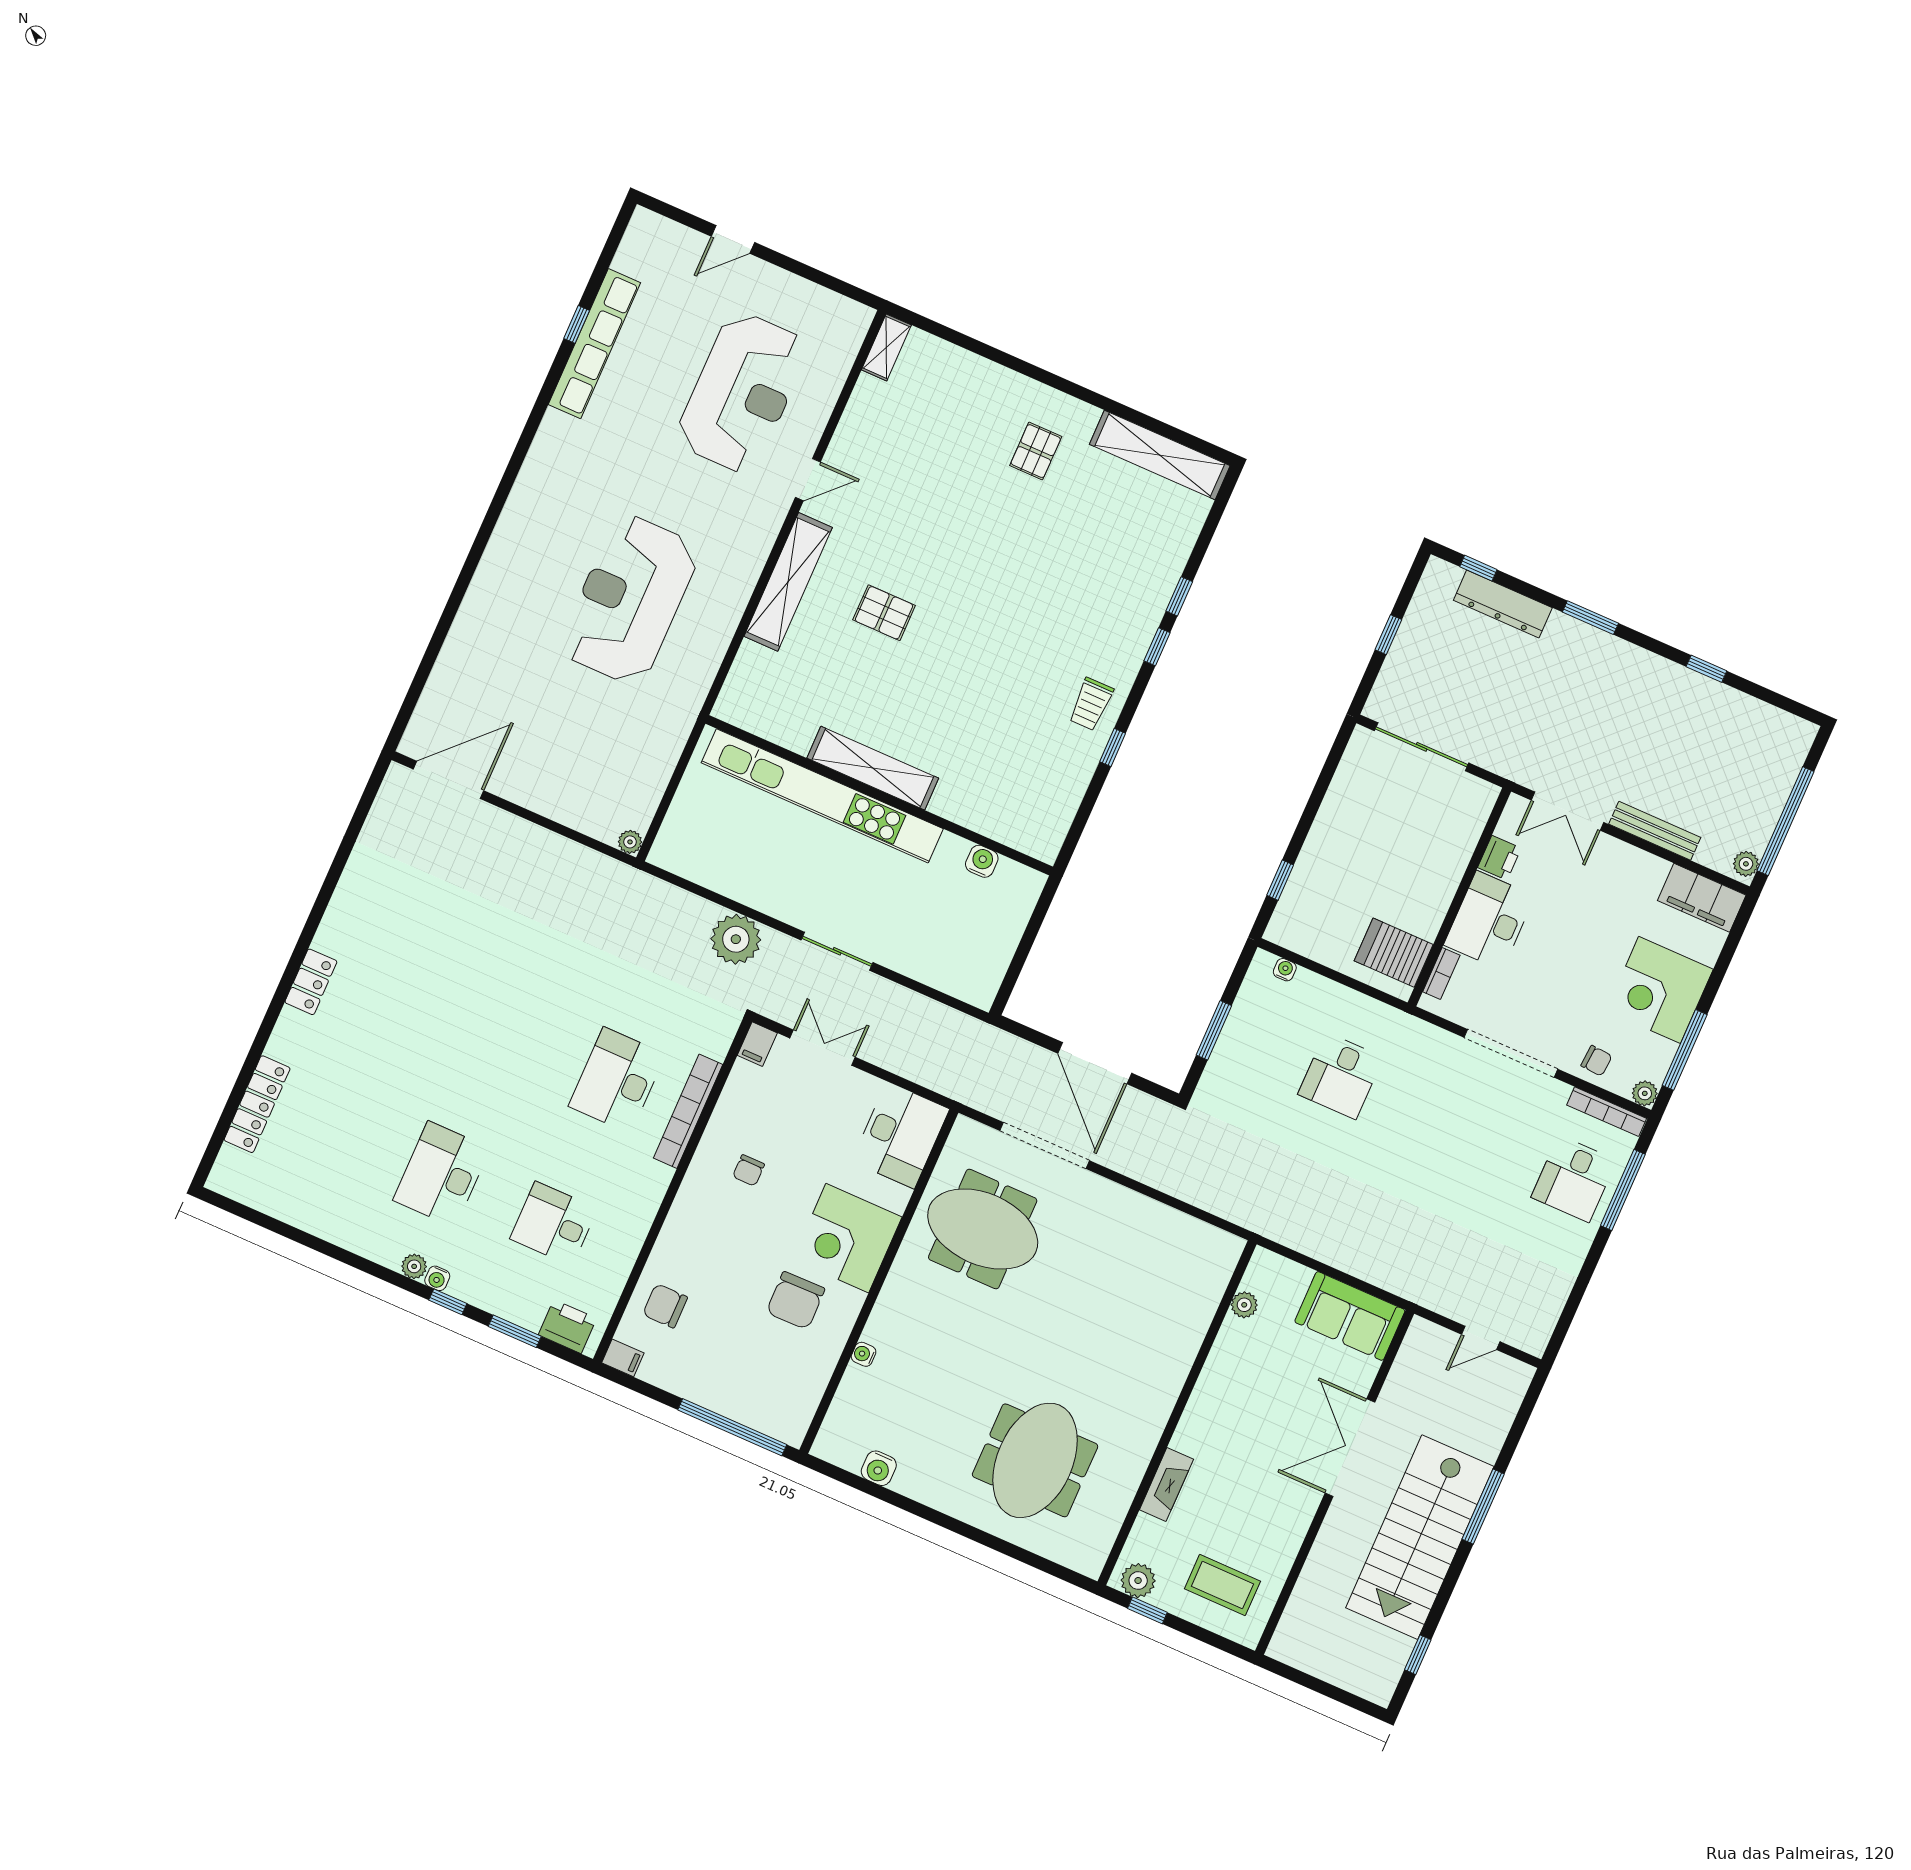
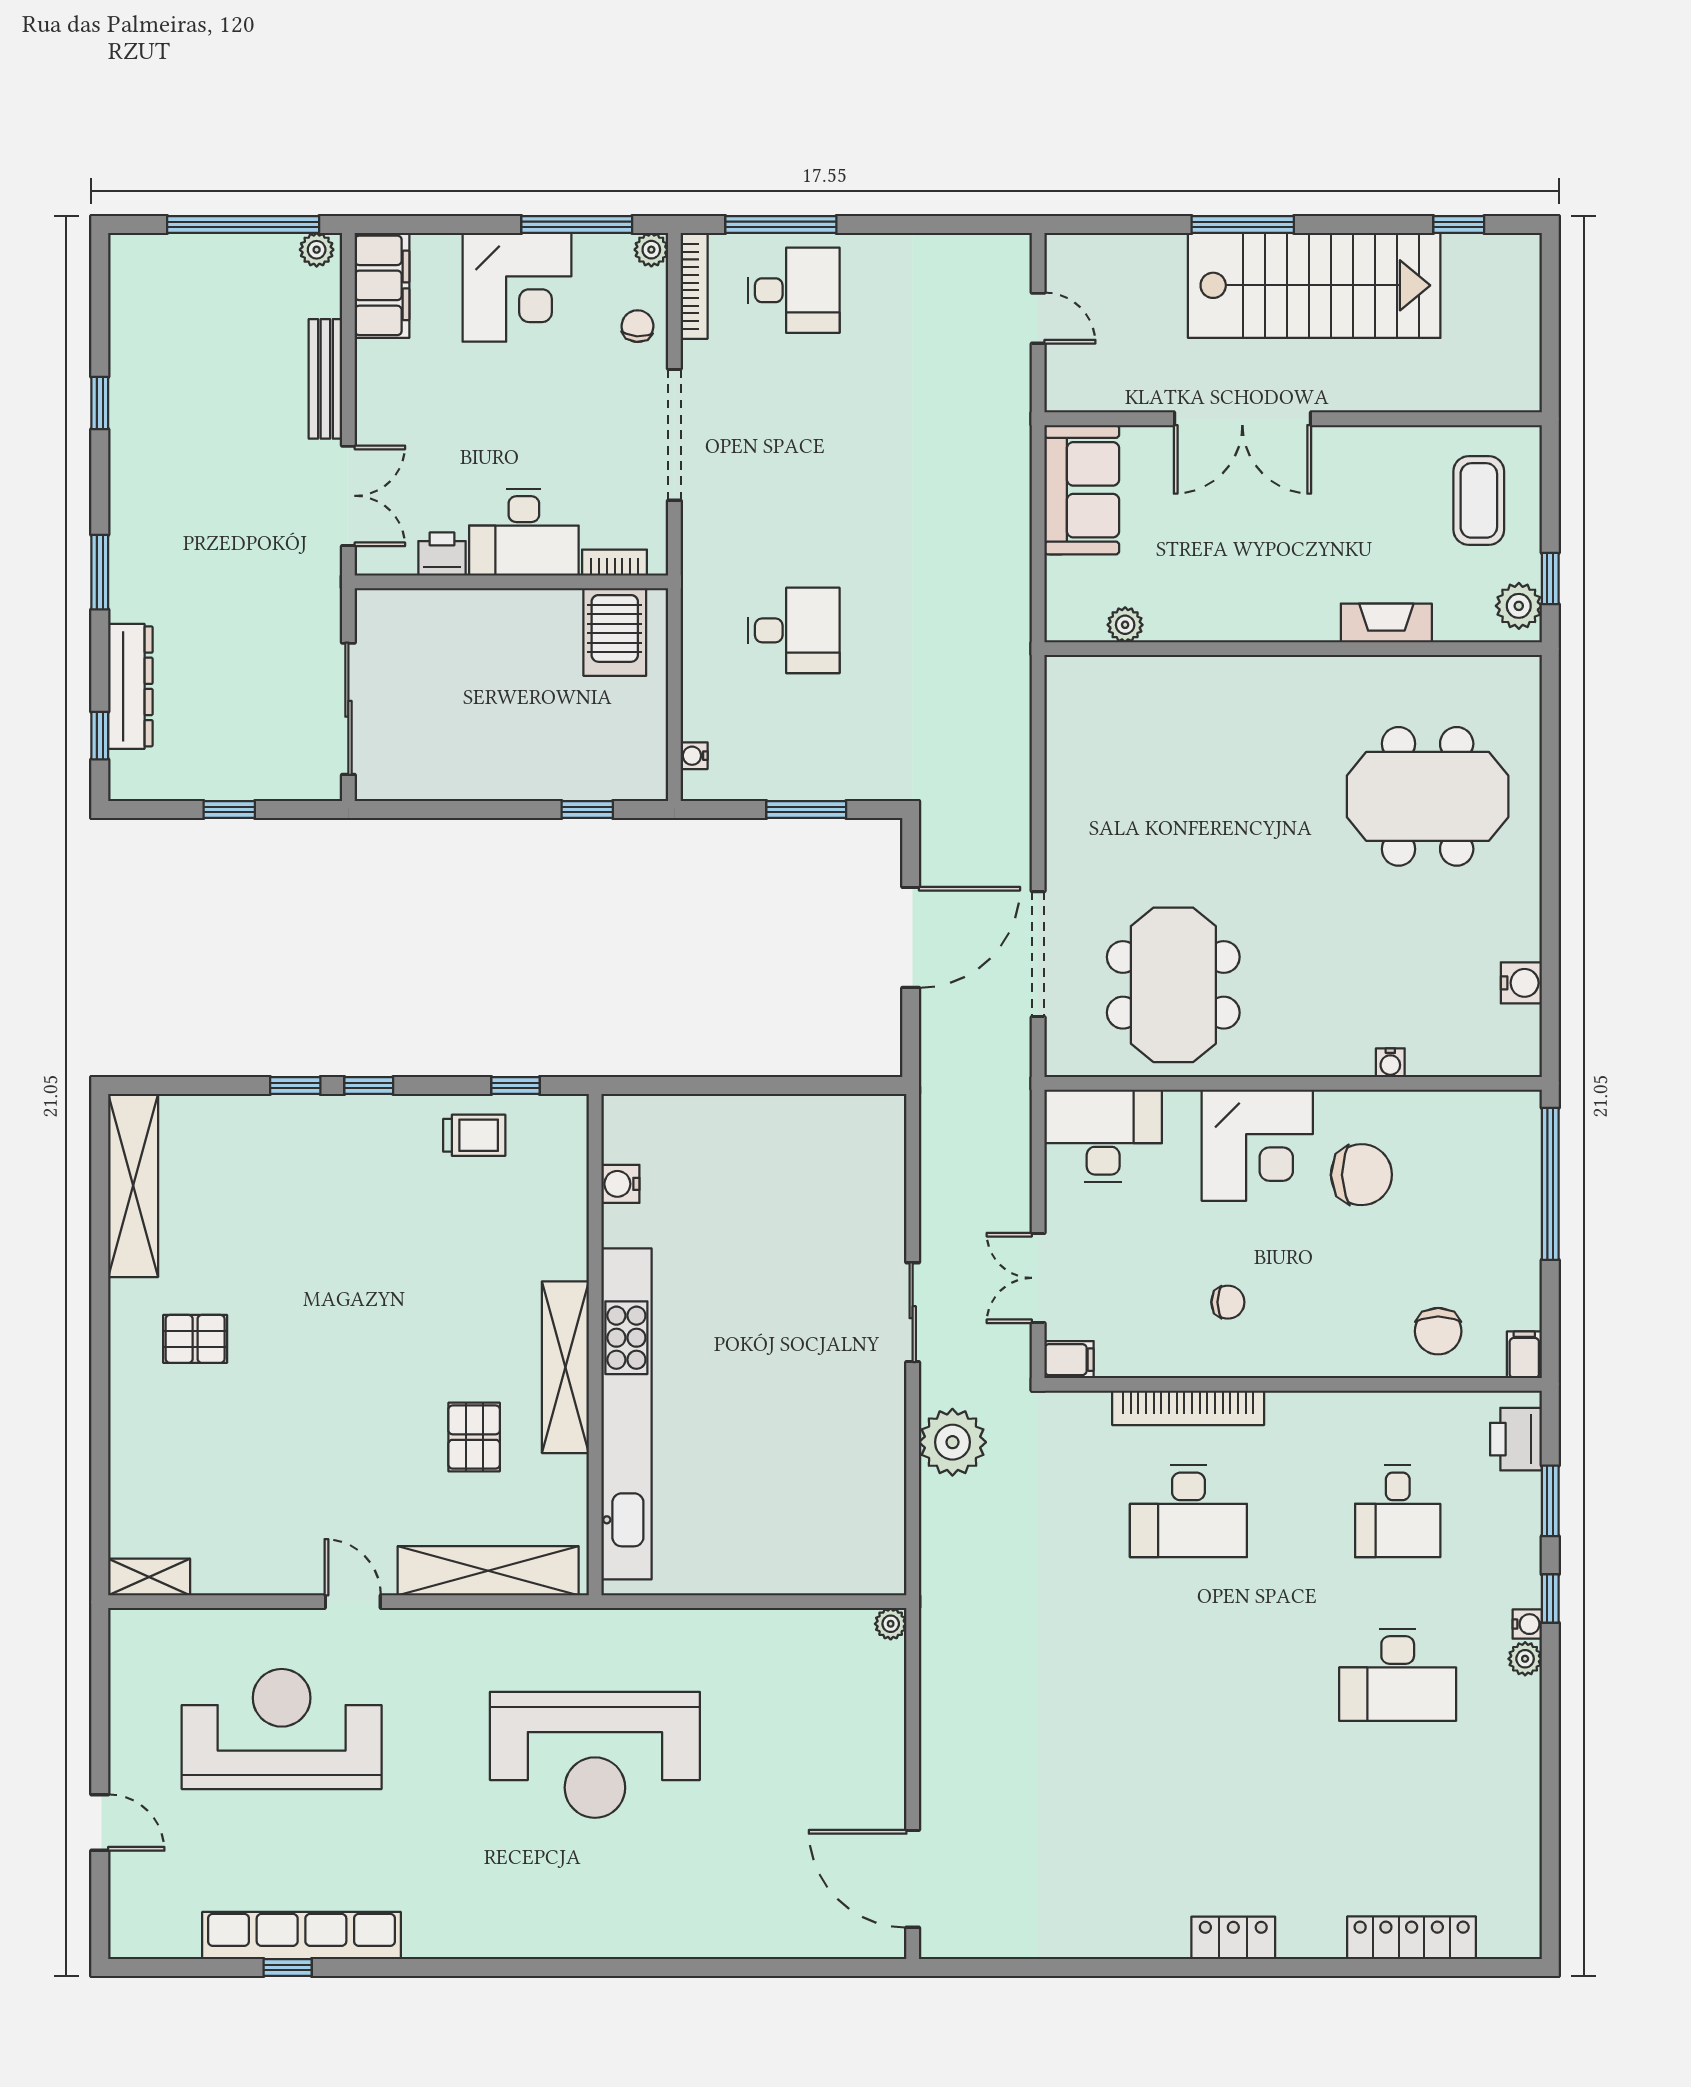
shelving: (873, 768) -> (565, 1367), moved
wall: (879, 795) -> (595, 1345), moved
kitchen unit: (822, 796) -> (626, 1414), moved
water cooler: (982, 861) -> (620, 1184), moved

